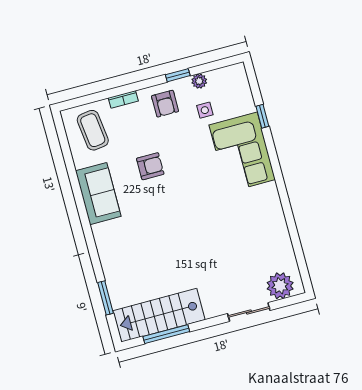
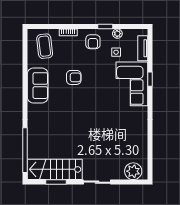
tv unit: (244, 93) -> (143, 48), added
window: (262, 116) -> (150, 79), moved
window: (105, 298) -> (25, 150), width x2.11
sliding door: (249, 312) -> (97, 182), moved
window: (166, 334) -> (56, 182), width x0.69

